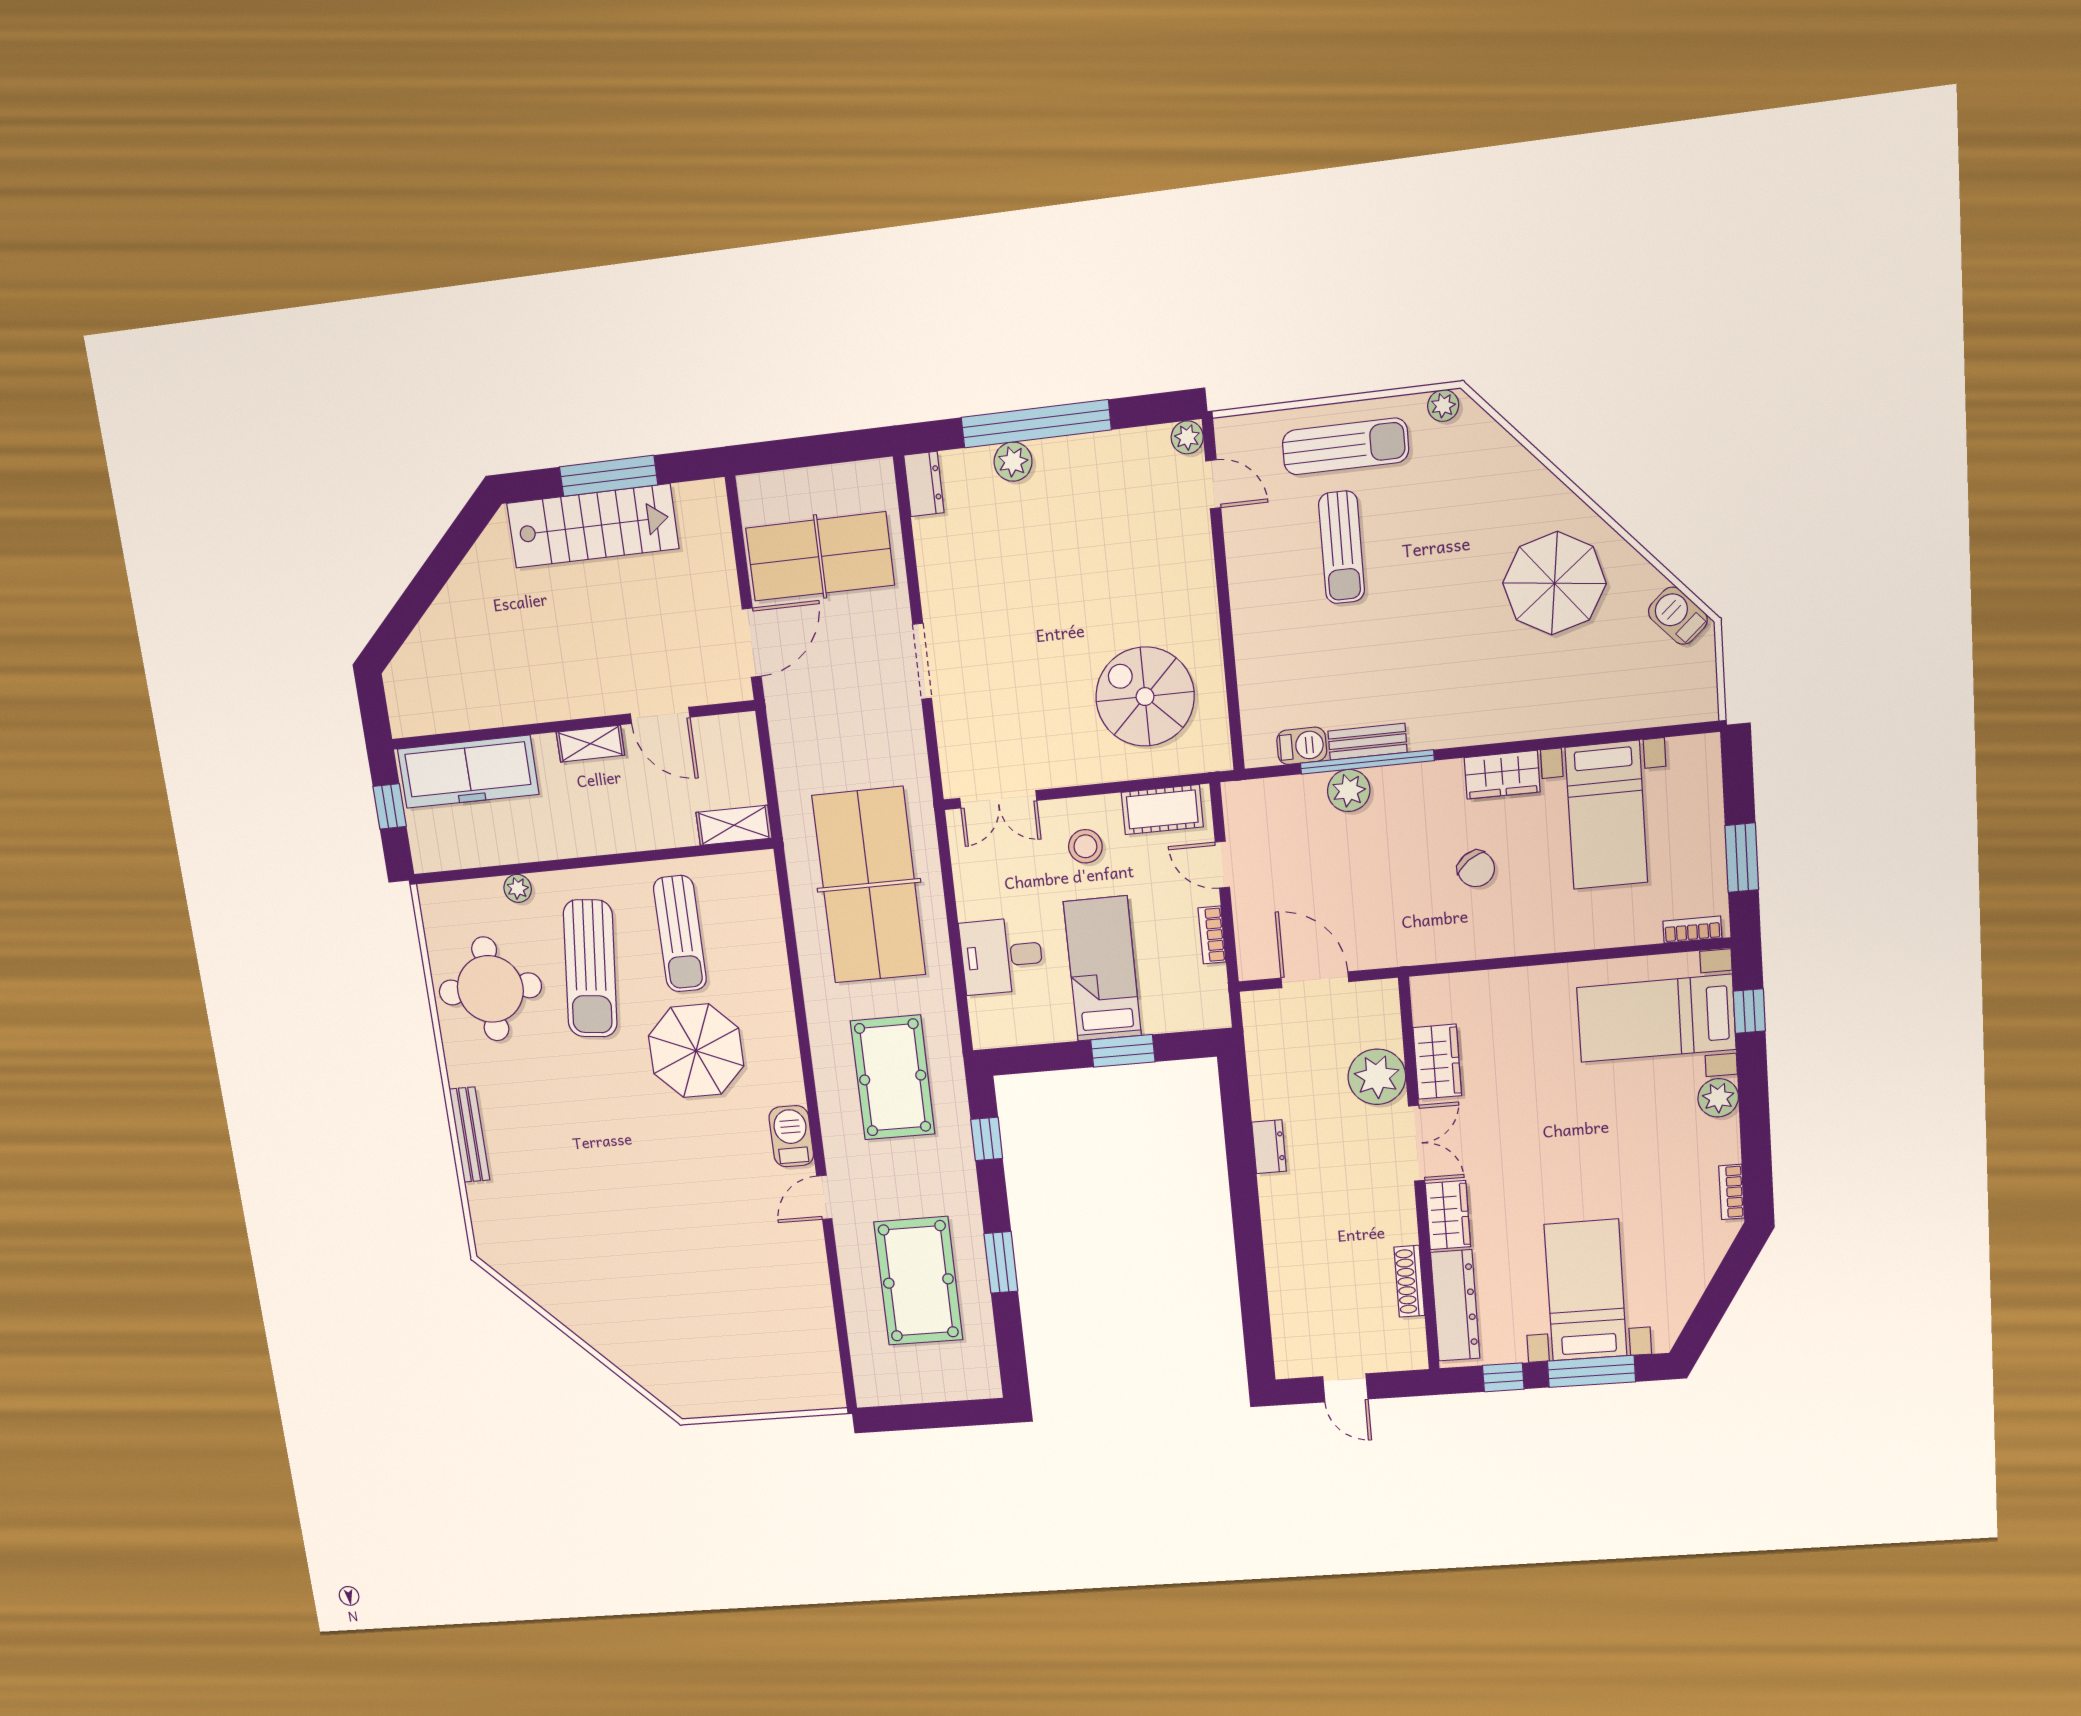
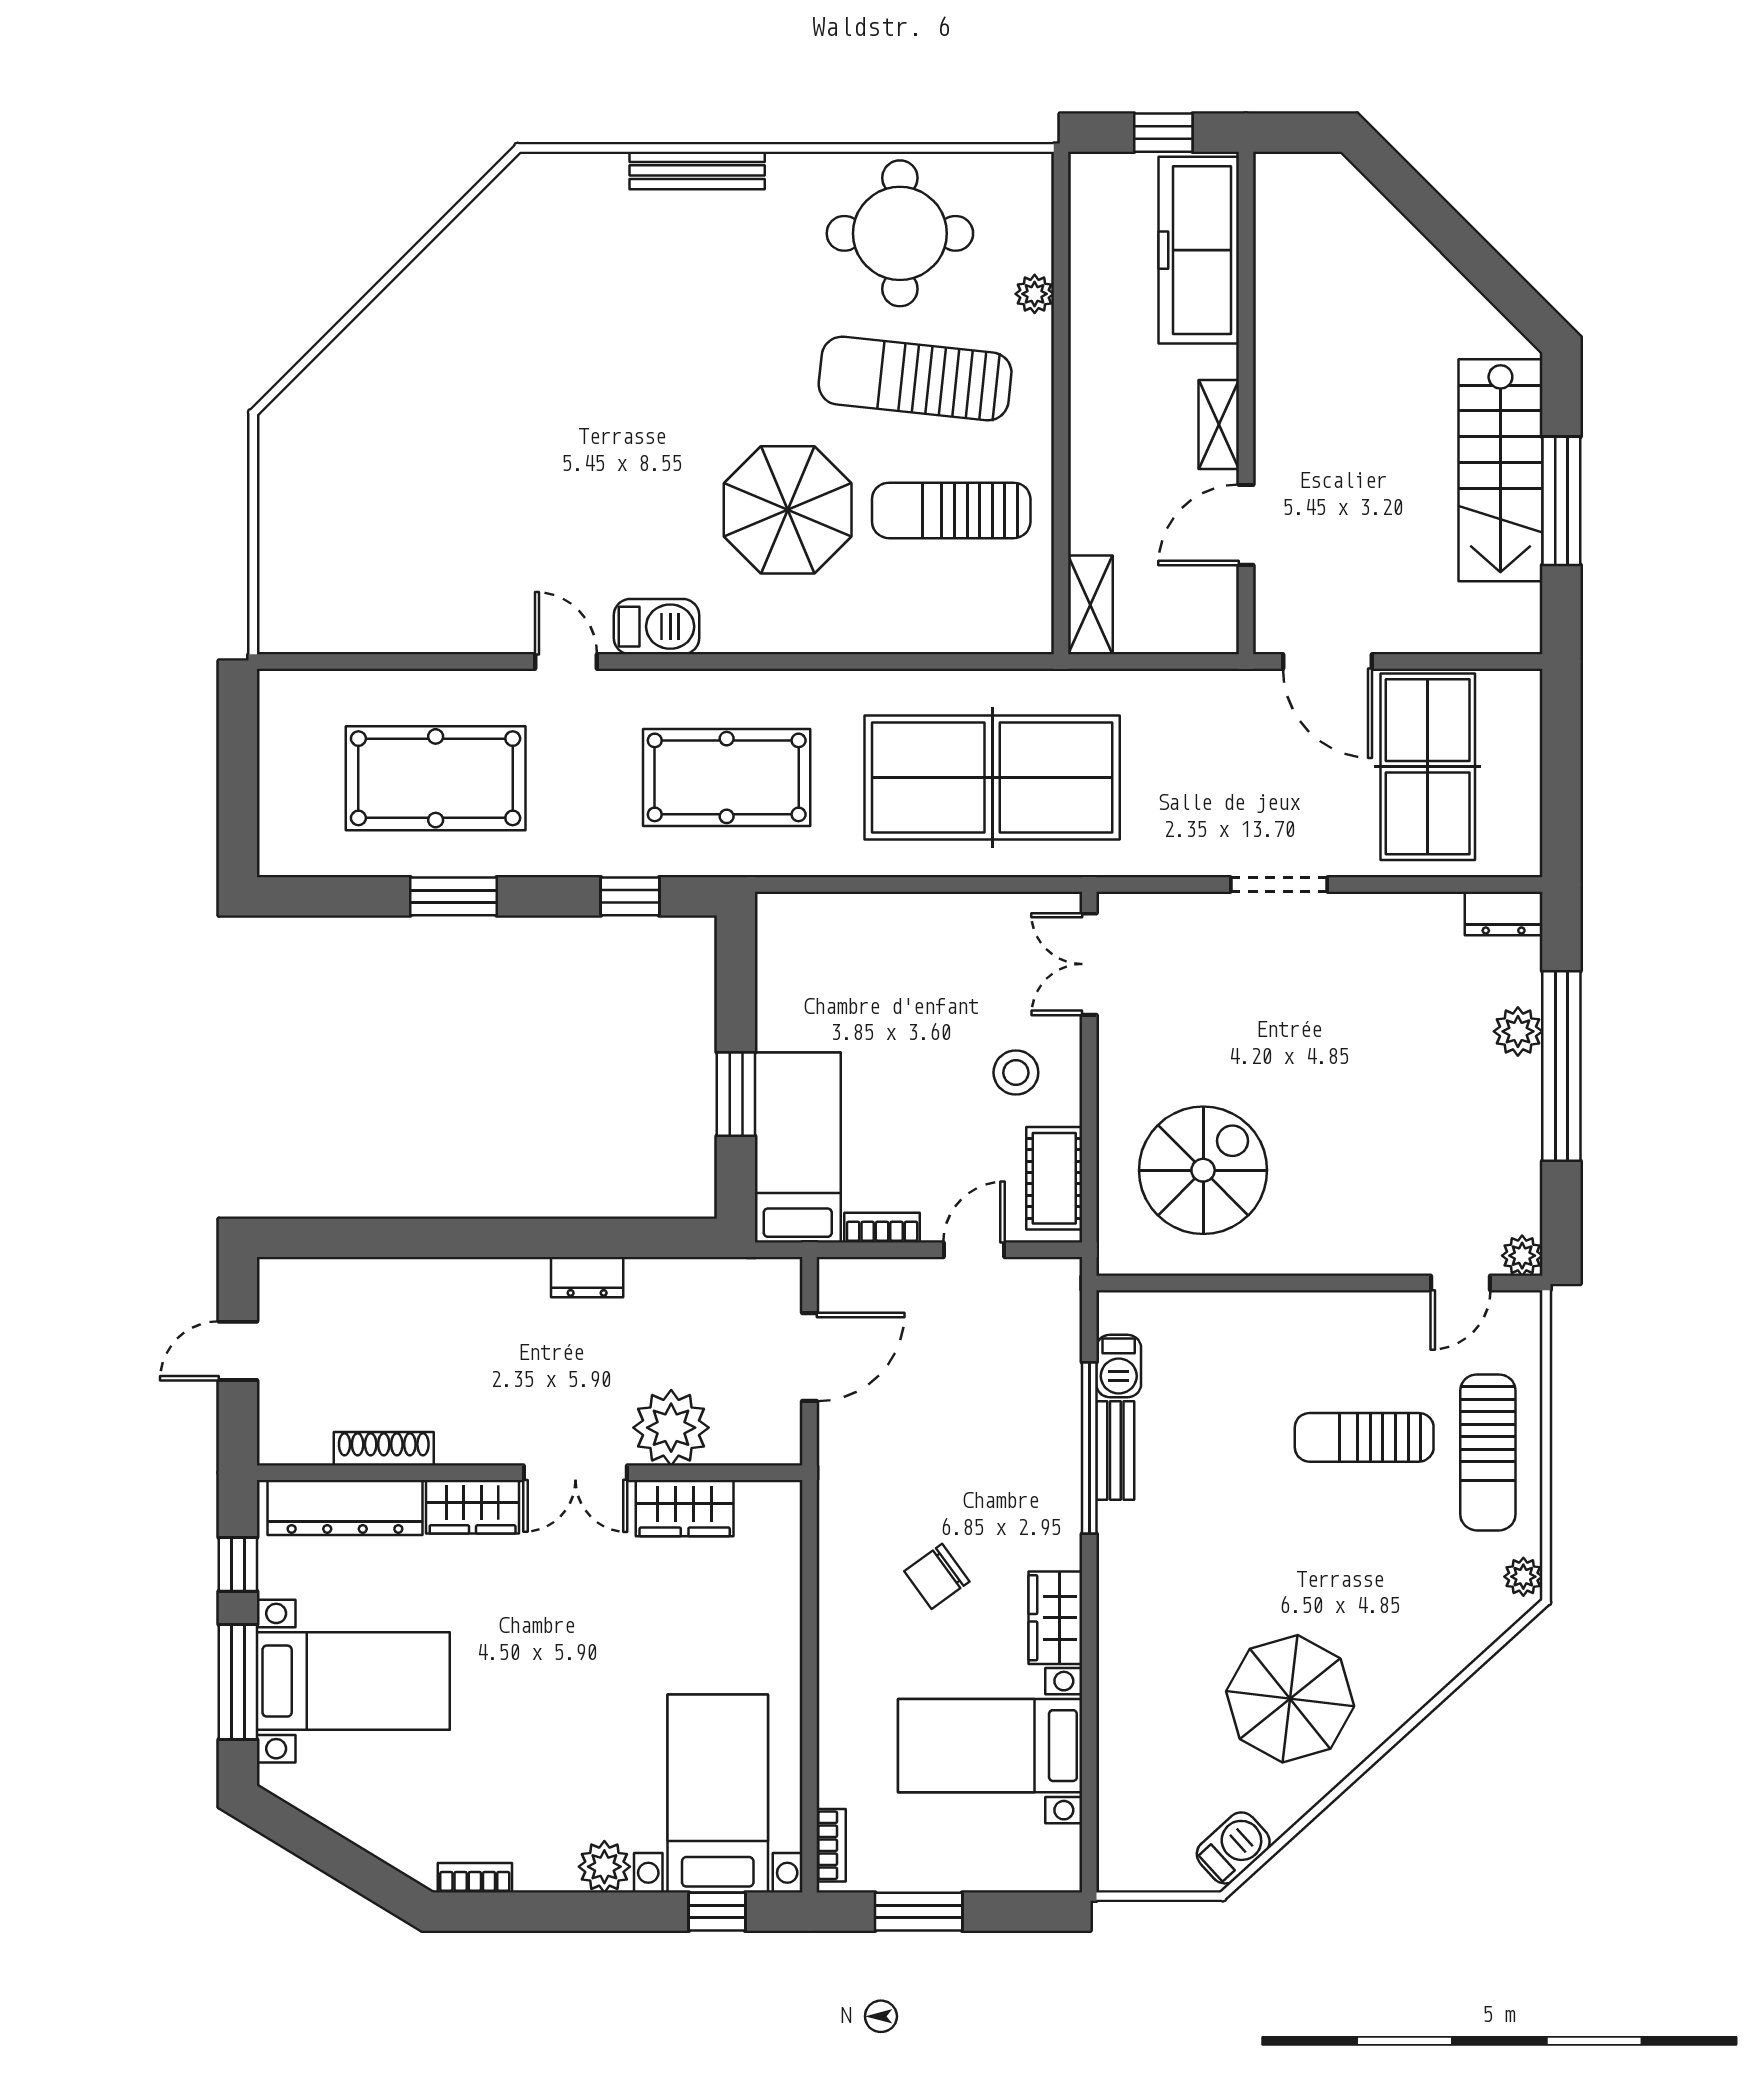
plant: (1349, 790) -> (1055, 1421), removed
desk: (1002, 956) -> (880, 945), removed
bed: (1102, 969) -> (798, 1147), moved, turned -90

